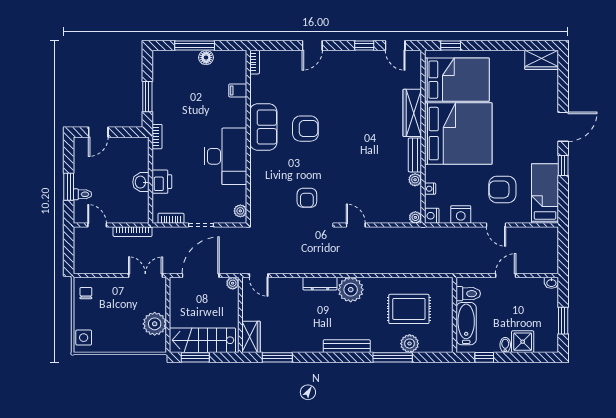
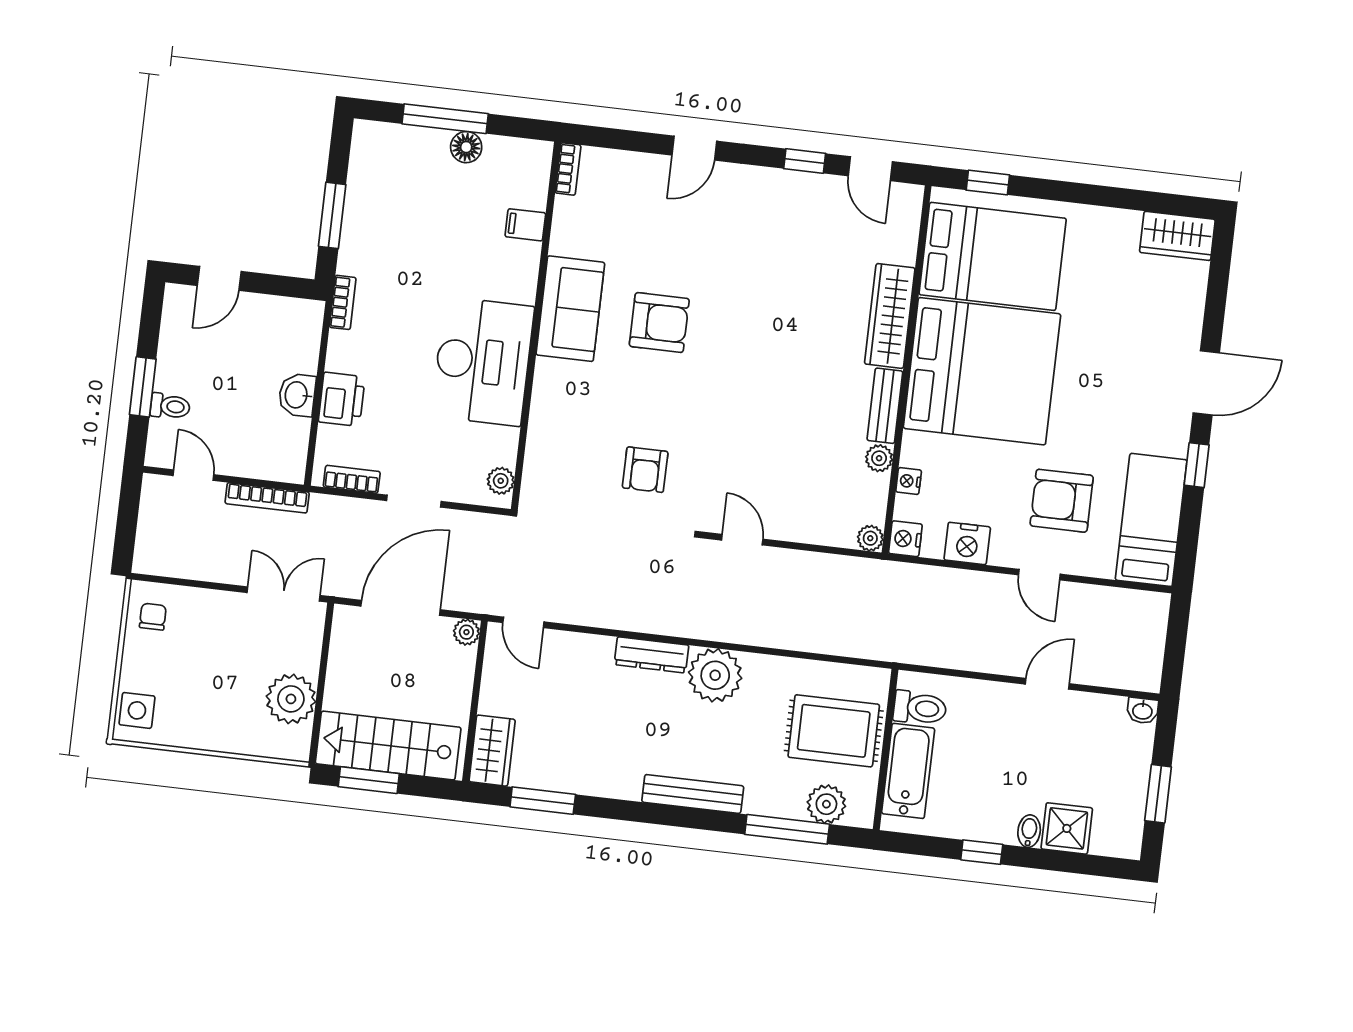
toilet: (468, 294) -> (920, 708), moved
wall: (455, 315) -> (886, 749), moved
bathtub: (466, 324) -> (908, 771), moved

